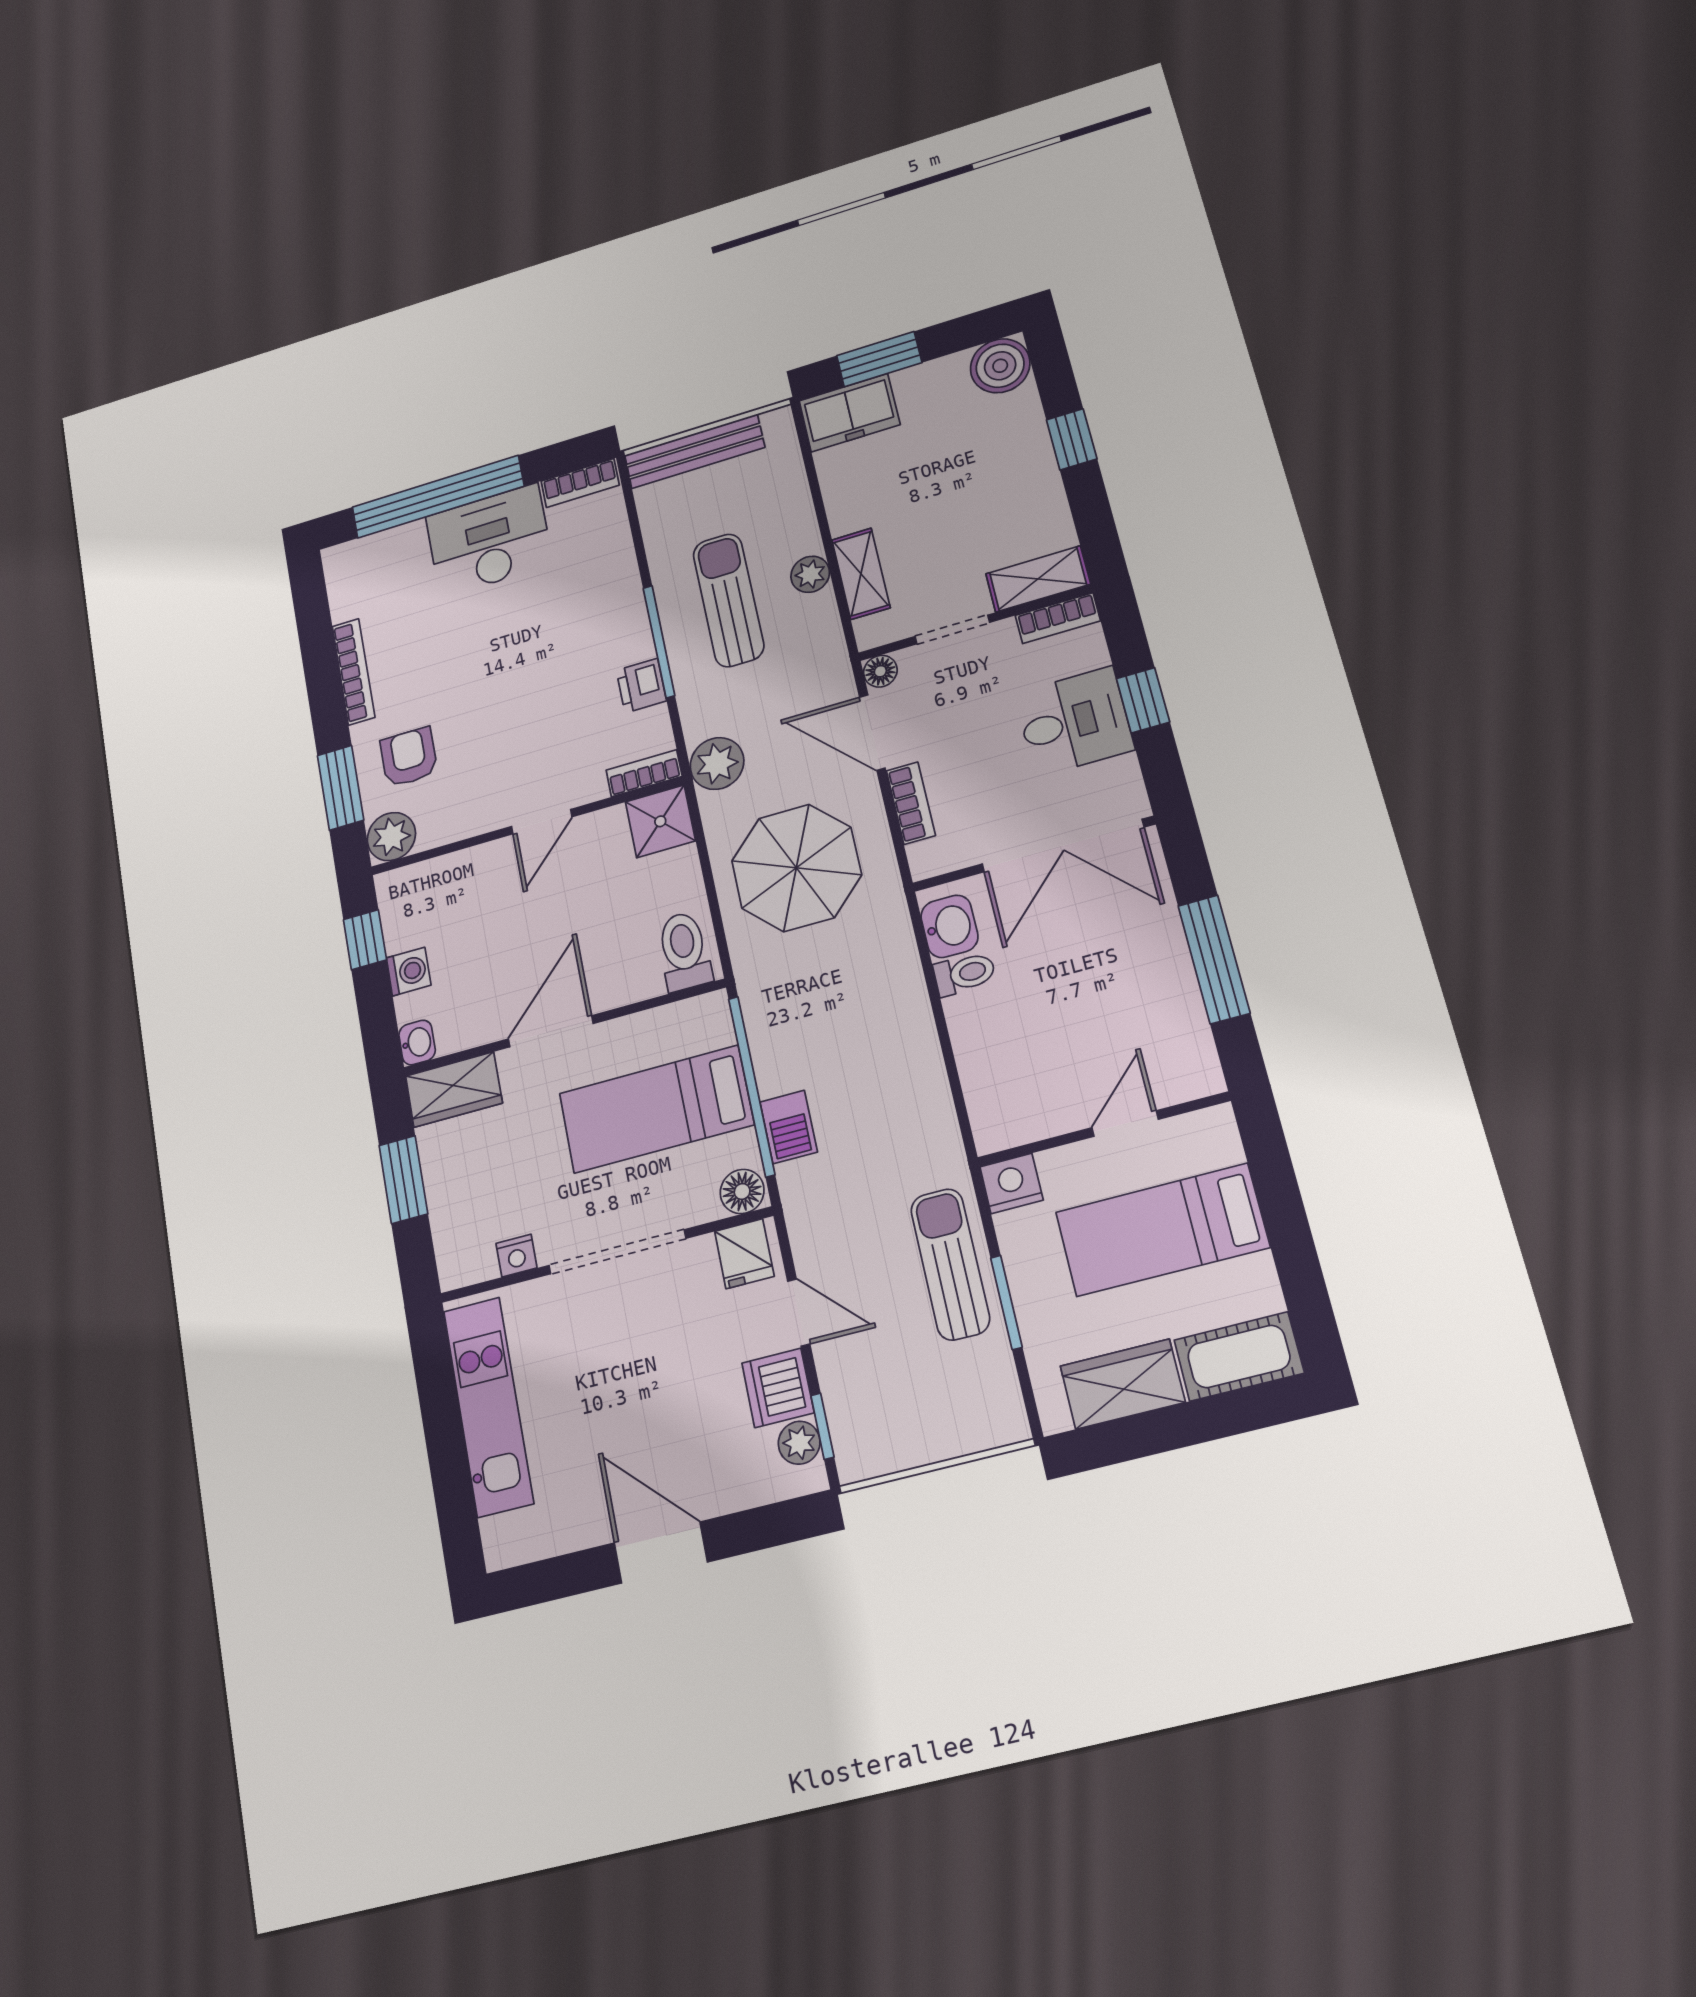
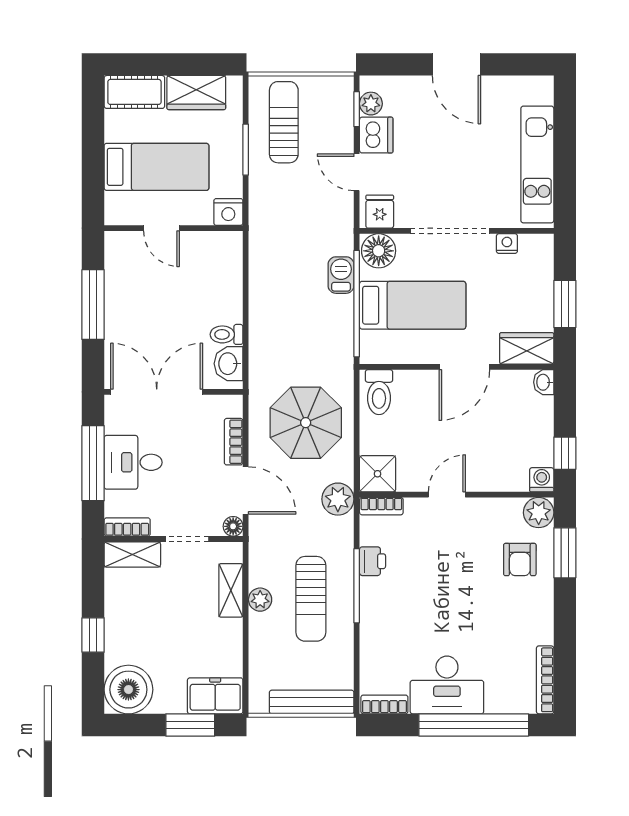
boiler: (1000, 366) -> (128, 690), width x1.37, depth x1.37
bookcase: (354, 672) -> (545, 680), moved
window: (1143, 700) -> (93, 463), width x2.17
washing machine: (409, 972) -> (542, 480), moved, turned 90
door: (1125, 1124) -> (161, 228), hinge flipped
floor lamp: (742, 1191) -> (379, 251), width x1.38, depth x1.38
sun lounger: (950, 1264) -> (284, 122), moved, turned 180

